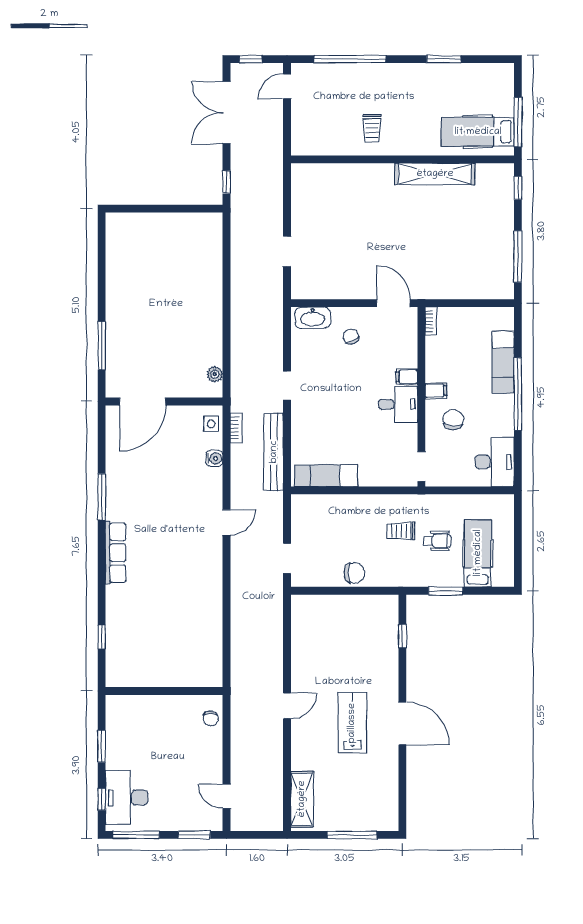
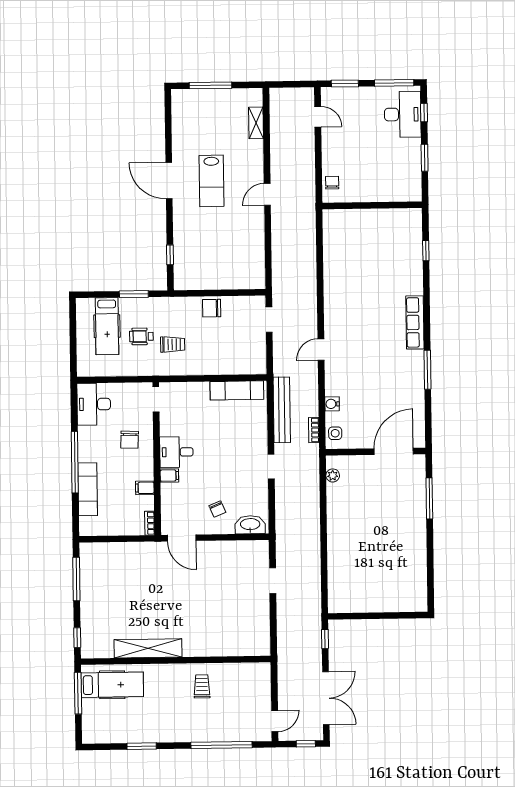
filing cabinet: (436, 391) -> (145, 488), moved
shelving: (302, 799) -> (256, 123), width x0.67, depth x0.75

